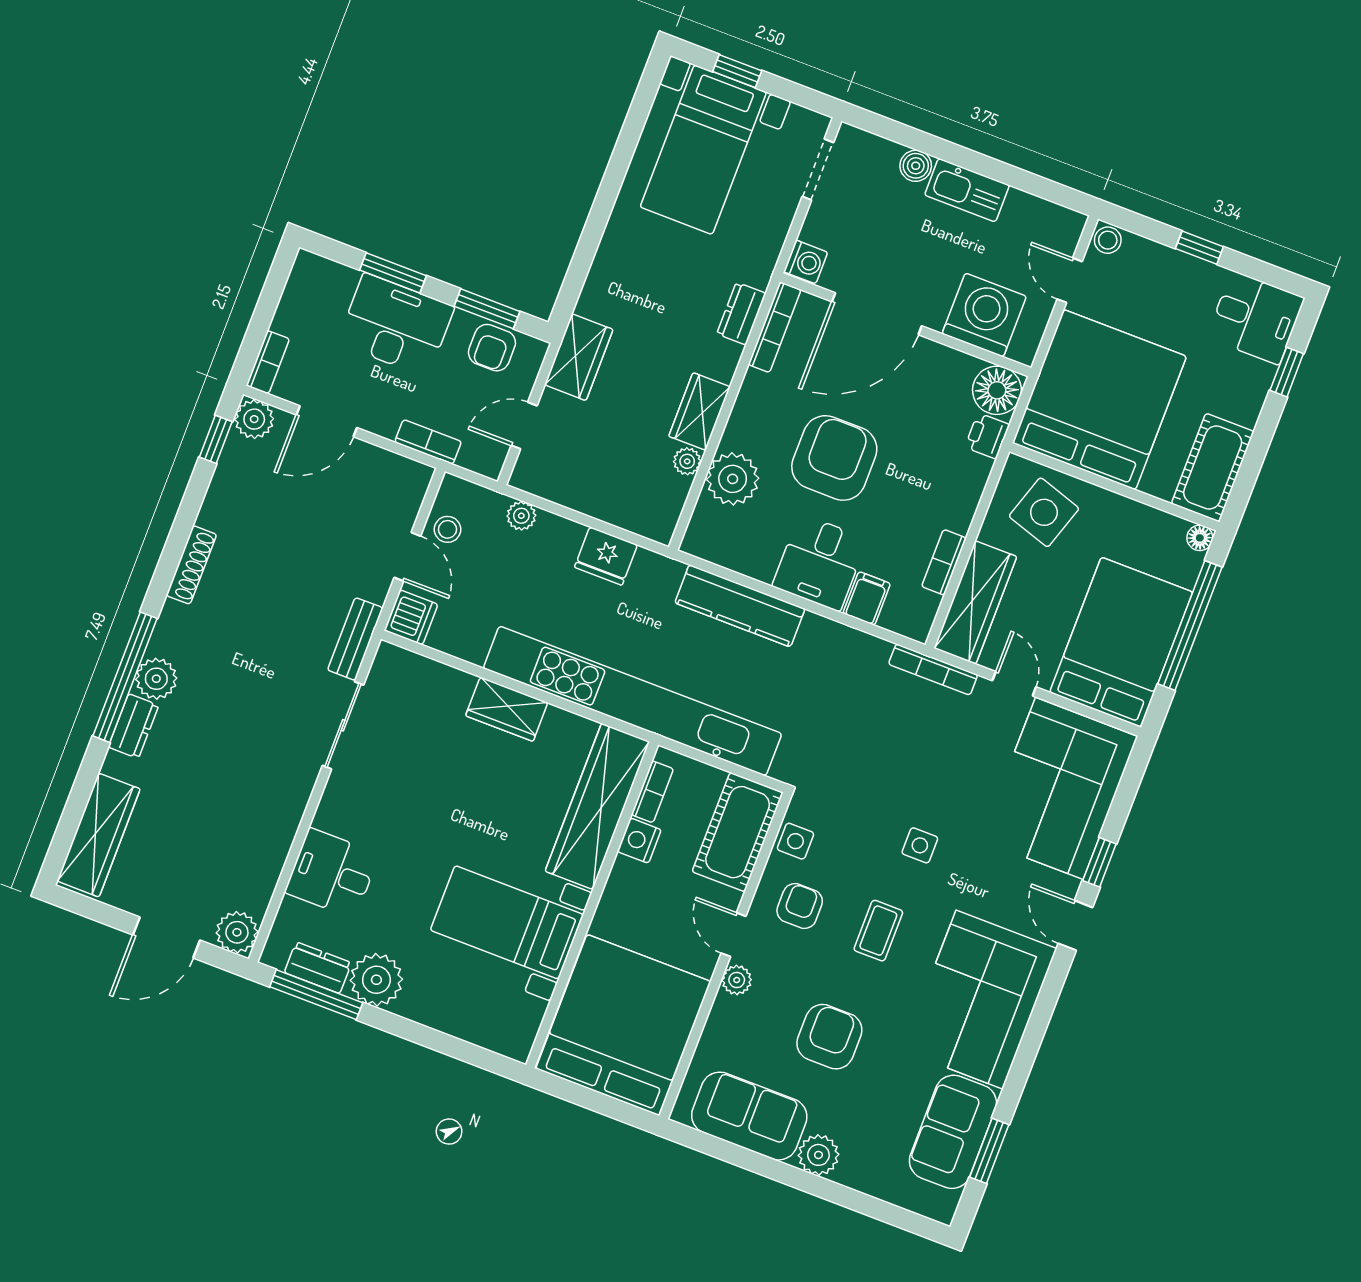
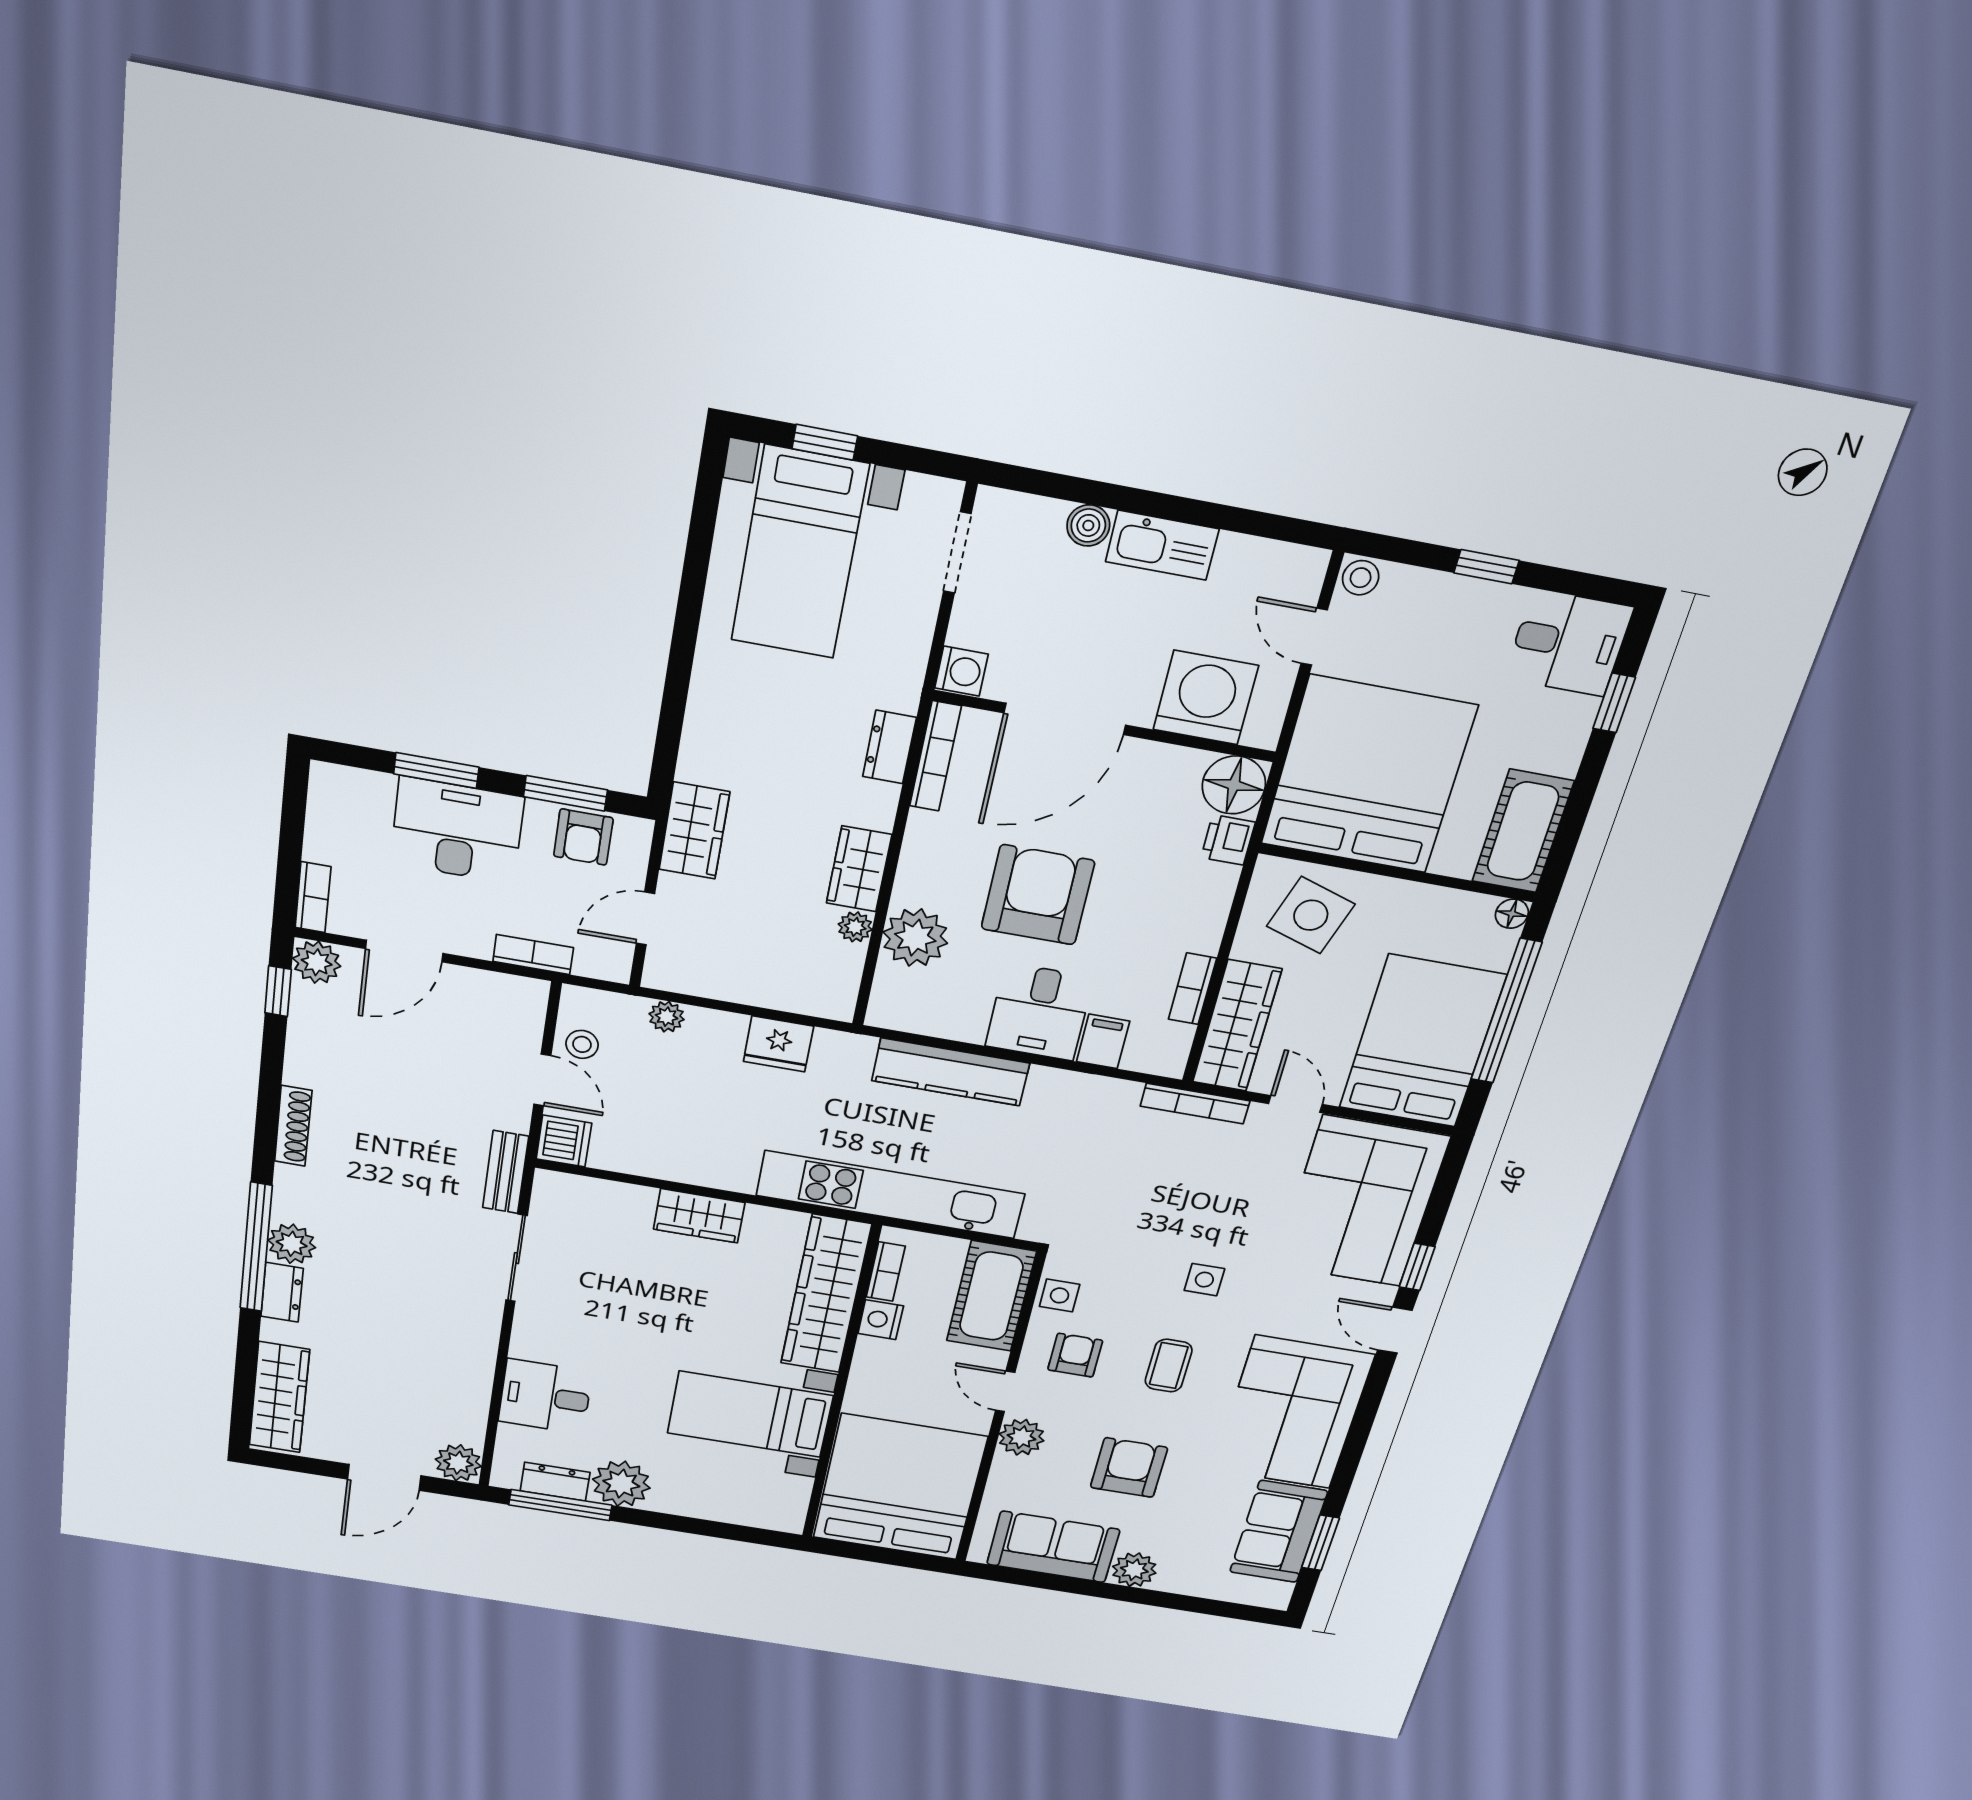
kitchen unit: (633, 701) -> (890, 1195), width x0.73
plant: (737, 980) -> (1022, 1437), width x1.38, depth x1.38

